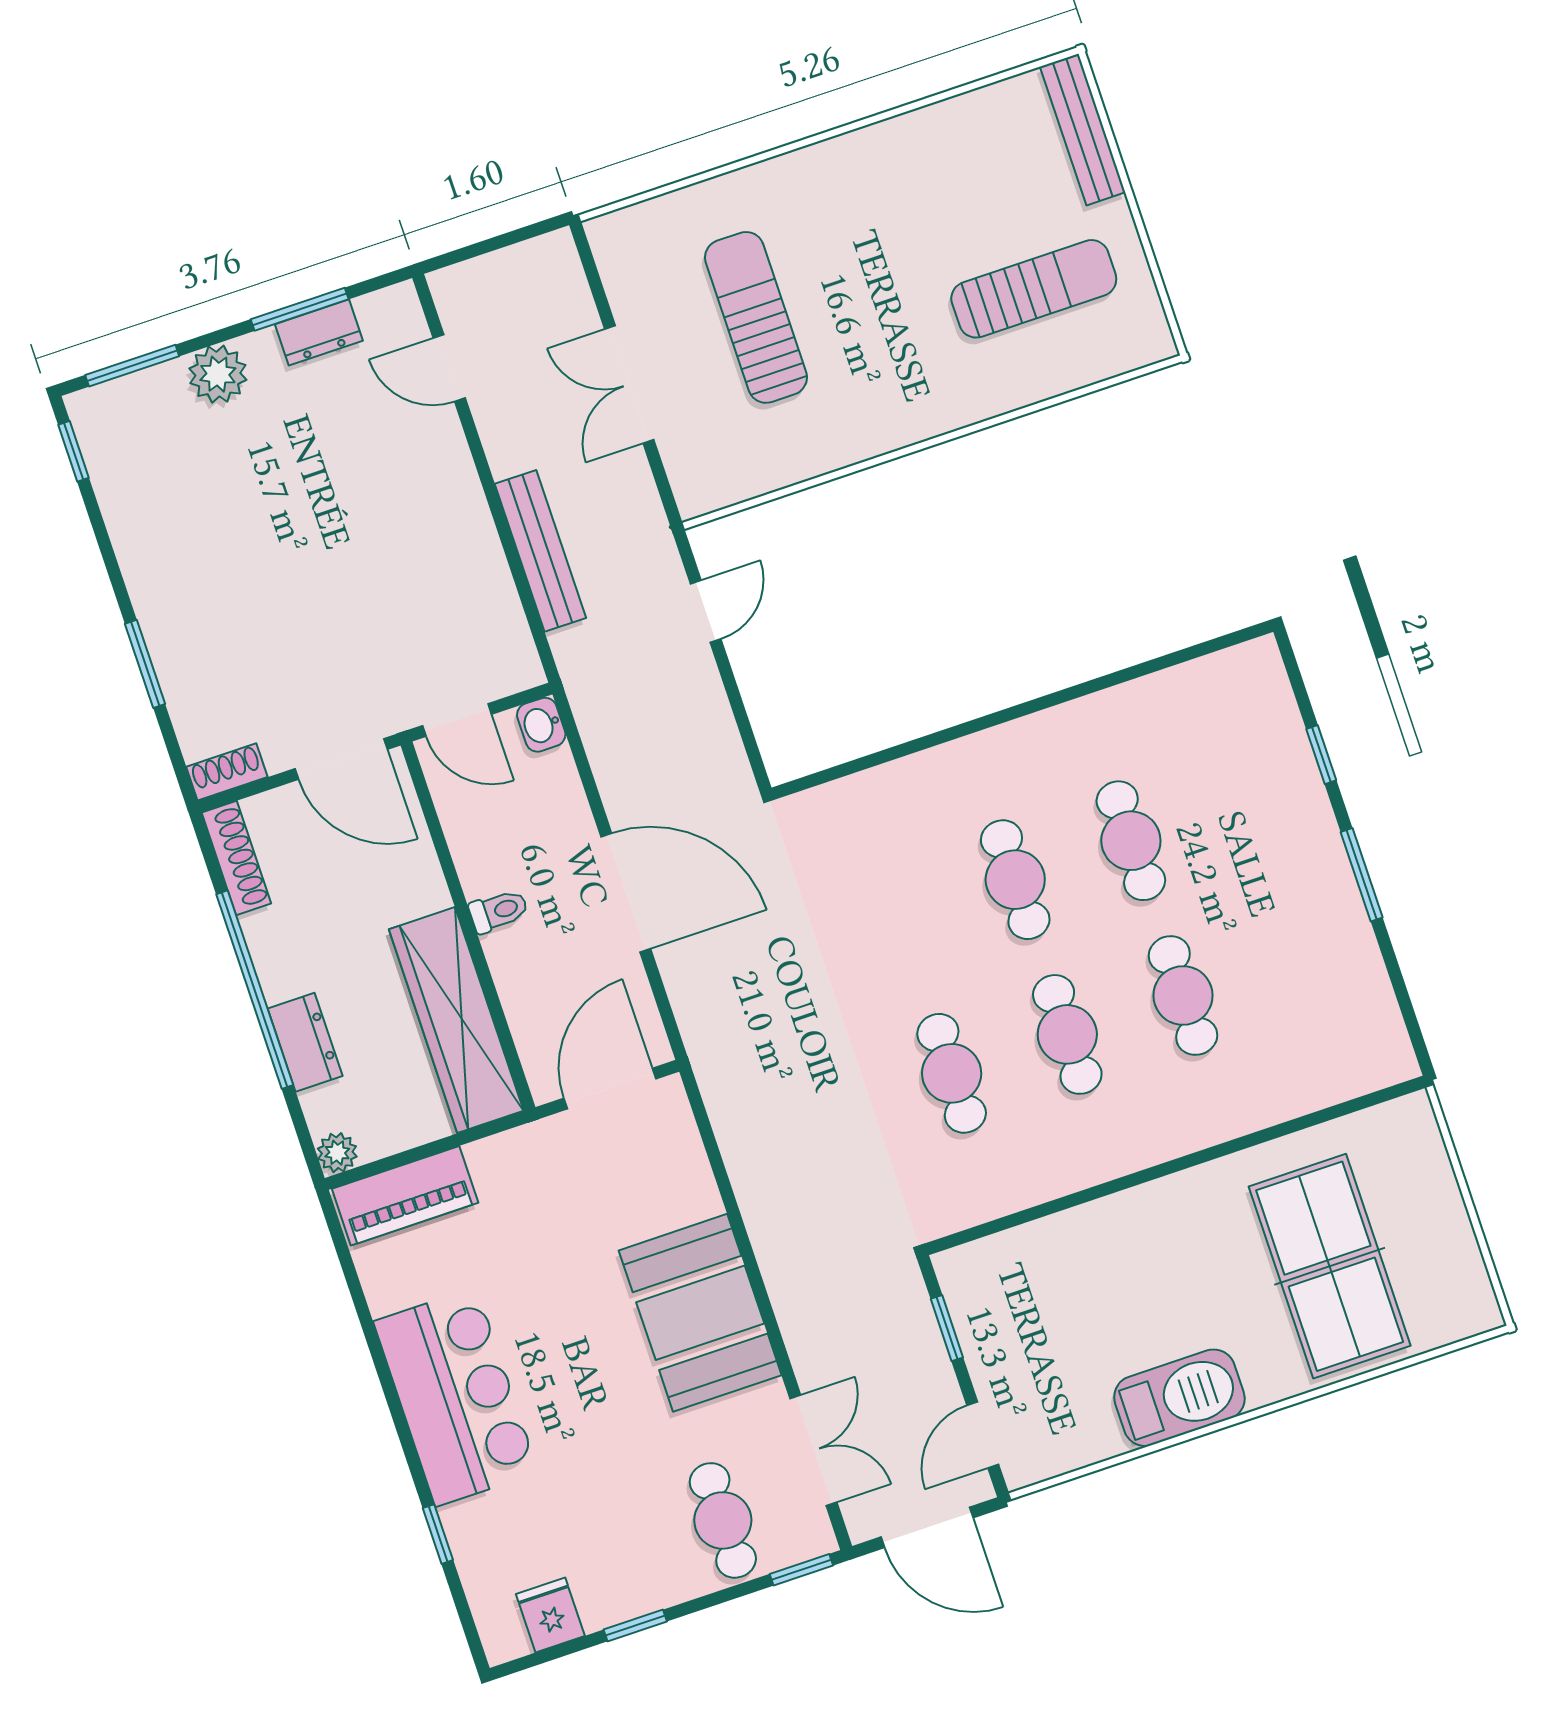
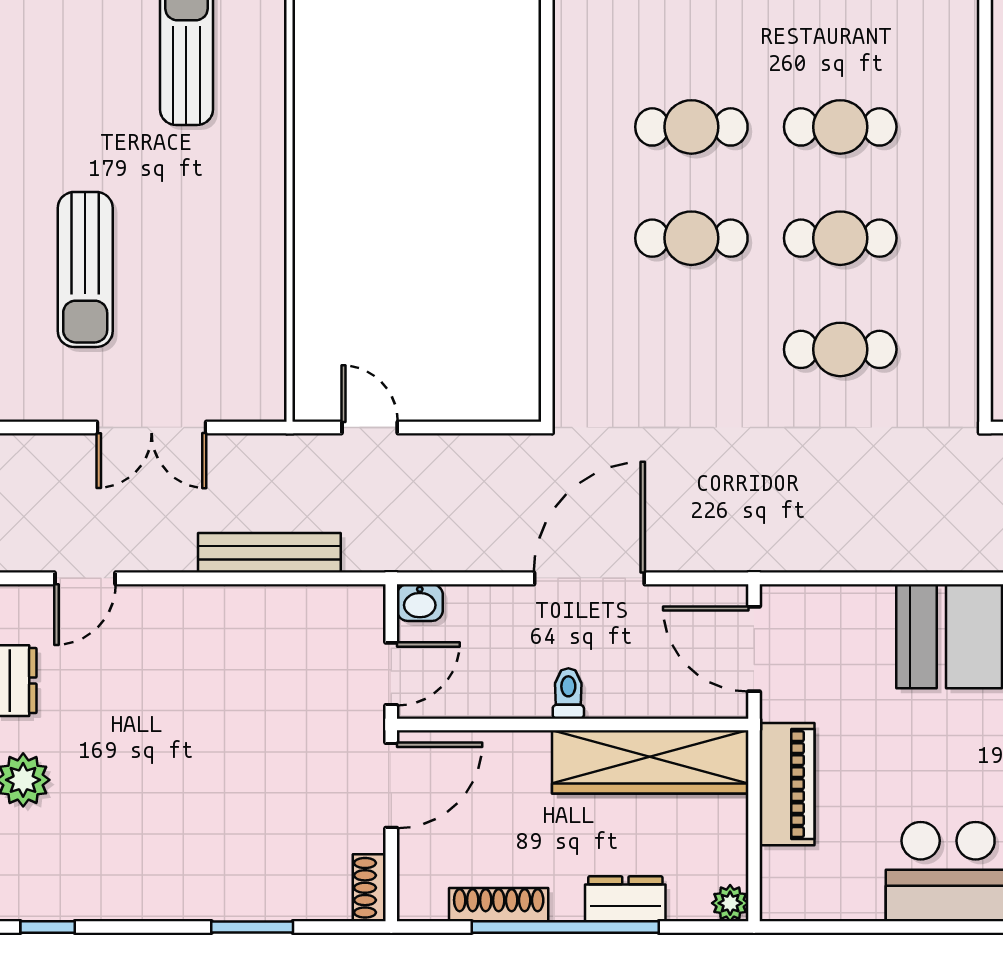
sun lounger: (756, 317) -> (85, 269), moved, turned -90
shoe rack: (236, 858) -> (499, 905), moved
piano: (405, 1196) -> (787, 784), moved

